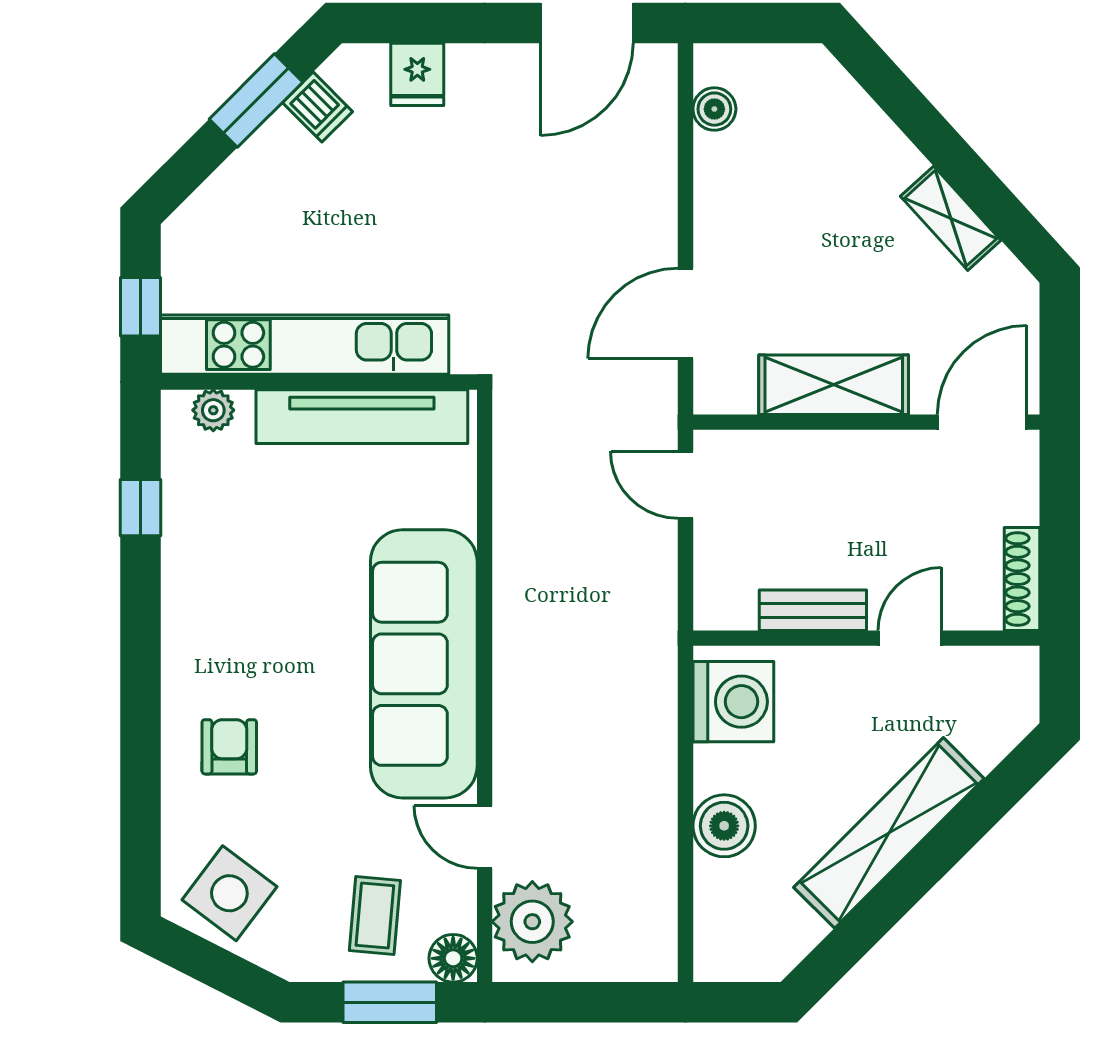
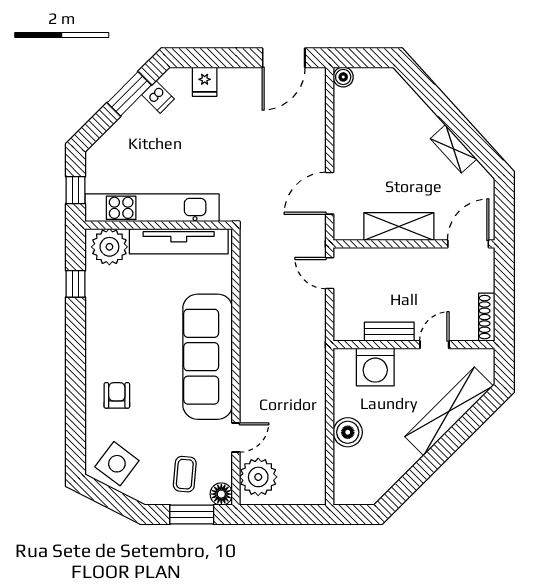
boiler: (714, 109) -> (343, 77), moved
plant: (213, 410) -> (109, 247), width x1.87, depth x1.87
washing machine: (733, 702) -> (375, 367), moved, turned 90
shelving: (889, 833) -> (449, 411), moved
door: (485, 837) -> (236, 437), swing flipped

